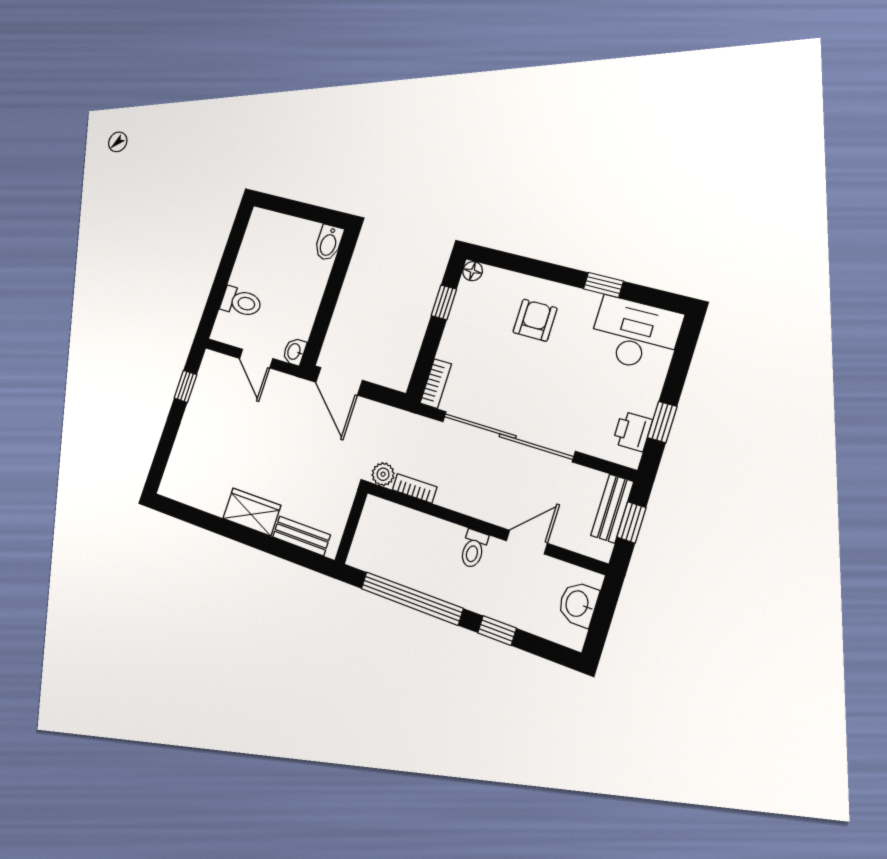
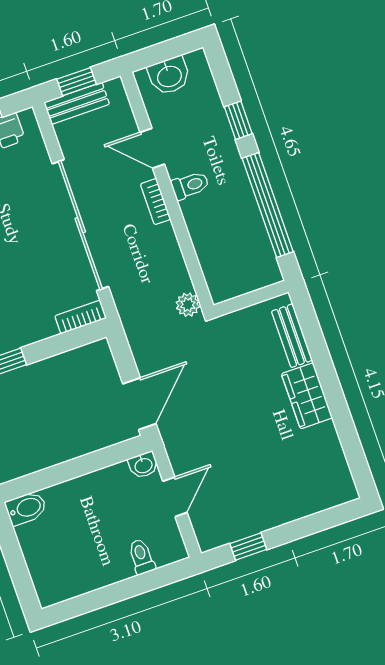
toilet: (241, 302) -> (142, 557), width x0.73, depth x0.72
bookcase: (415, 488) -> (155, 202), moved

